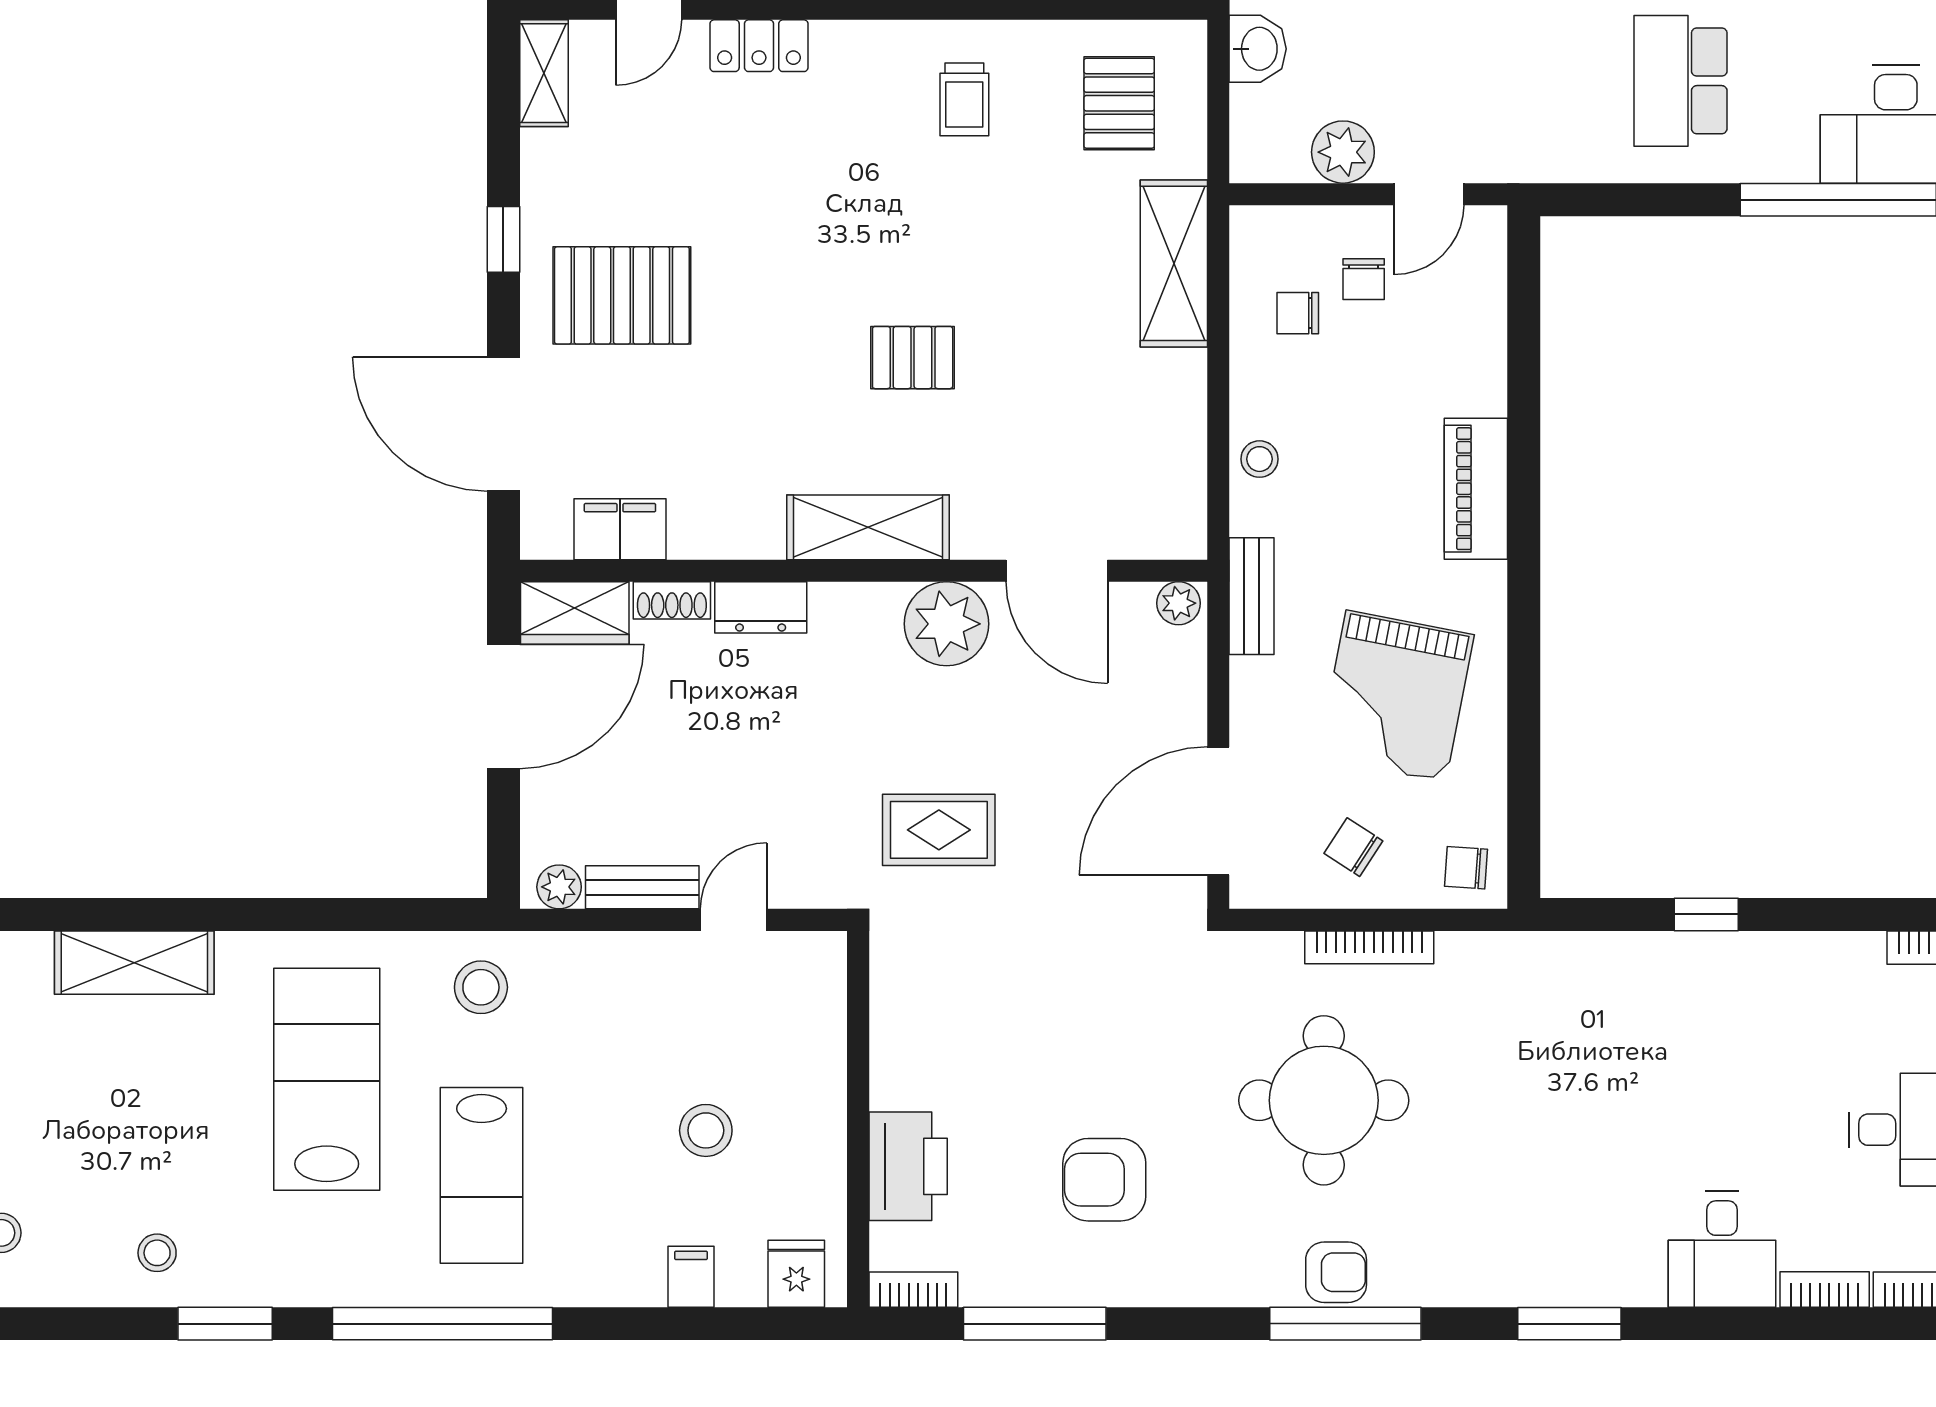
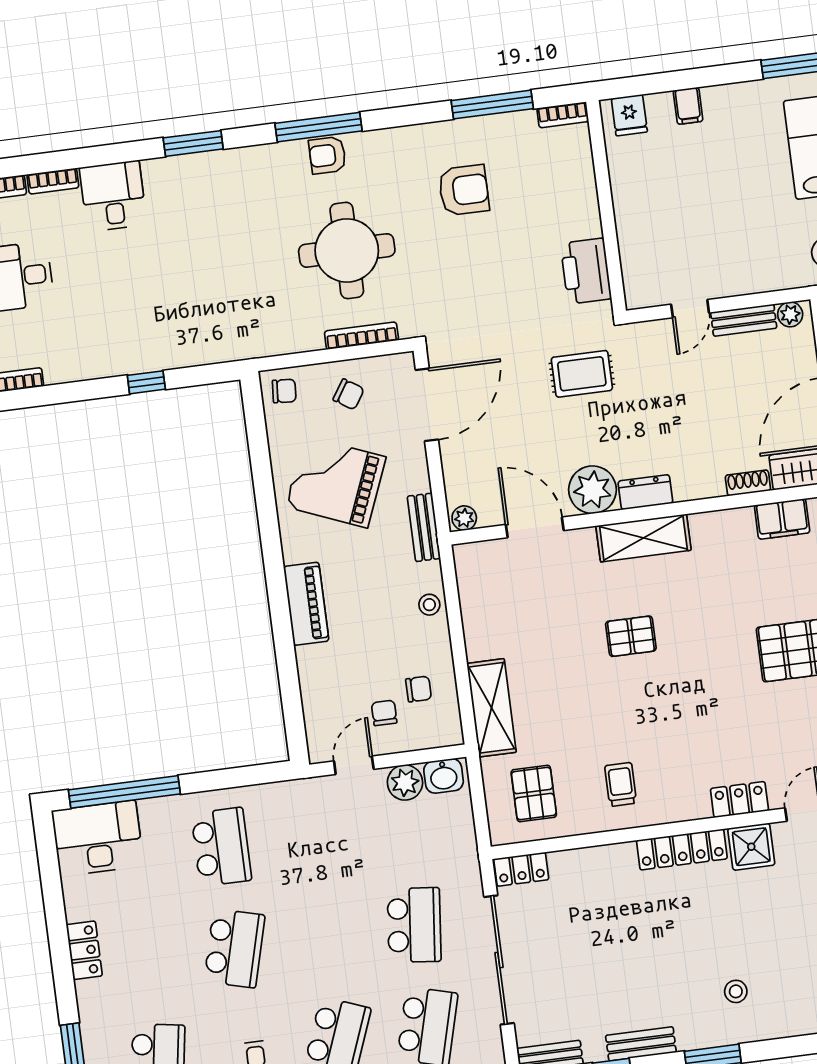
washbasin: (1258, 49) -> (444, 776), moved, turned -90
dresser: (761, 607) -> (645, 492), moved
grand piano: (1396, 696) -> (336, 482), turned -79
bookcase: (1369, 947) -> (361, 336), moved
stool: (706, 1130) -> (690, 189), removed
printer: (908, 1166) -> (586, 271), moved

